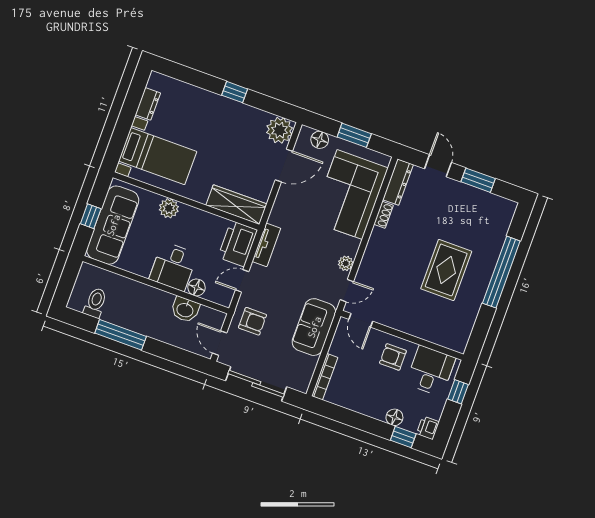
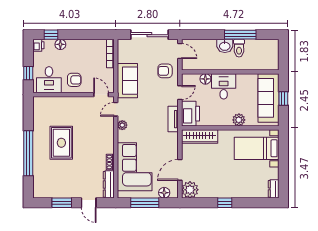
dresser: (148, 104) -> (274, 189), moved
window: (354, 135) -> (145, 203), width x1.44
toilet: (95, 303) -> (239, 48), moved
washbasin: (185, 310) -> (225, 46), moved, turned 180

